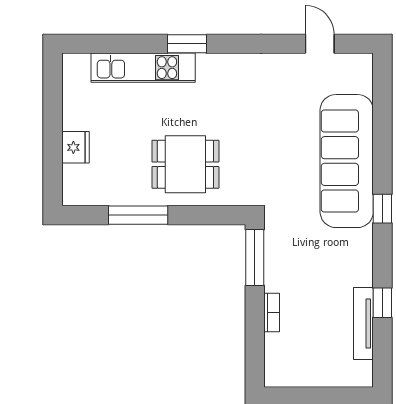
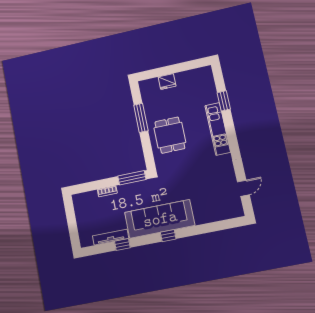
window: (187, 44) -> (224, 101), moved
kitchen unit: (143, 68) -> (218, 129), moved
sofa: (347, 161) -> (160, 219), moved

